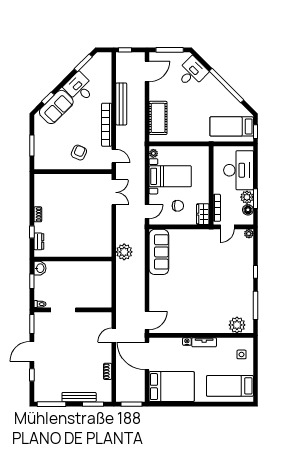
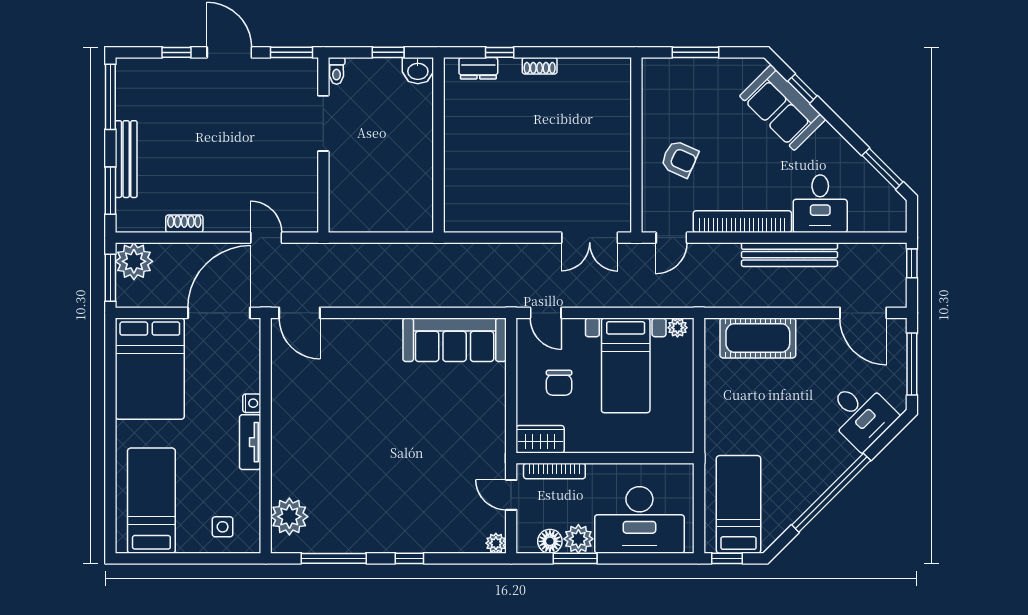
desk: (79, 88) -> (820, 204), moved, turned 135
plant: (124, 252) -> (134, 261), moved

